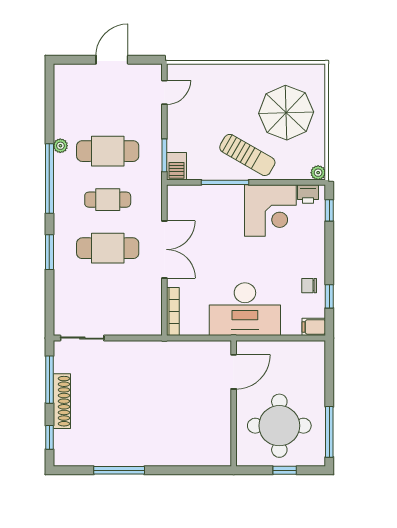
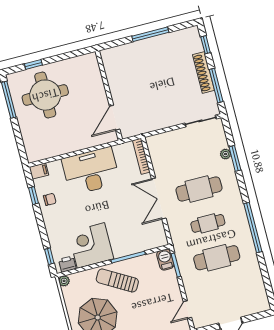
plant: (60, 146) -> (226, 154), moved
window: (49, 252) -> (235, 158), moved
door: (234, 372) -> (115, 118), moved
wall: (234, 403) -> (109, 95), moved

